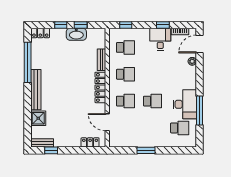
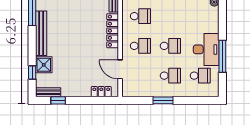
window: (28, 125) -> (32, 73), added
school desk: (153, 128) -> (170, 76), added

